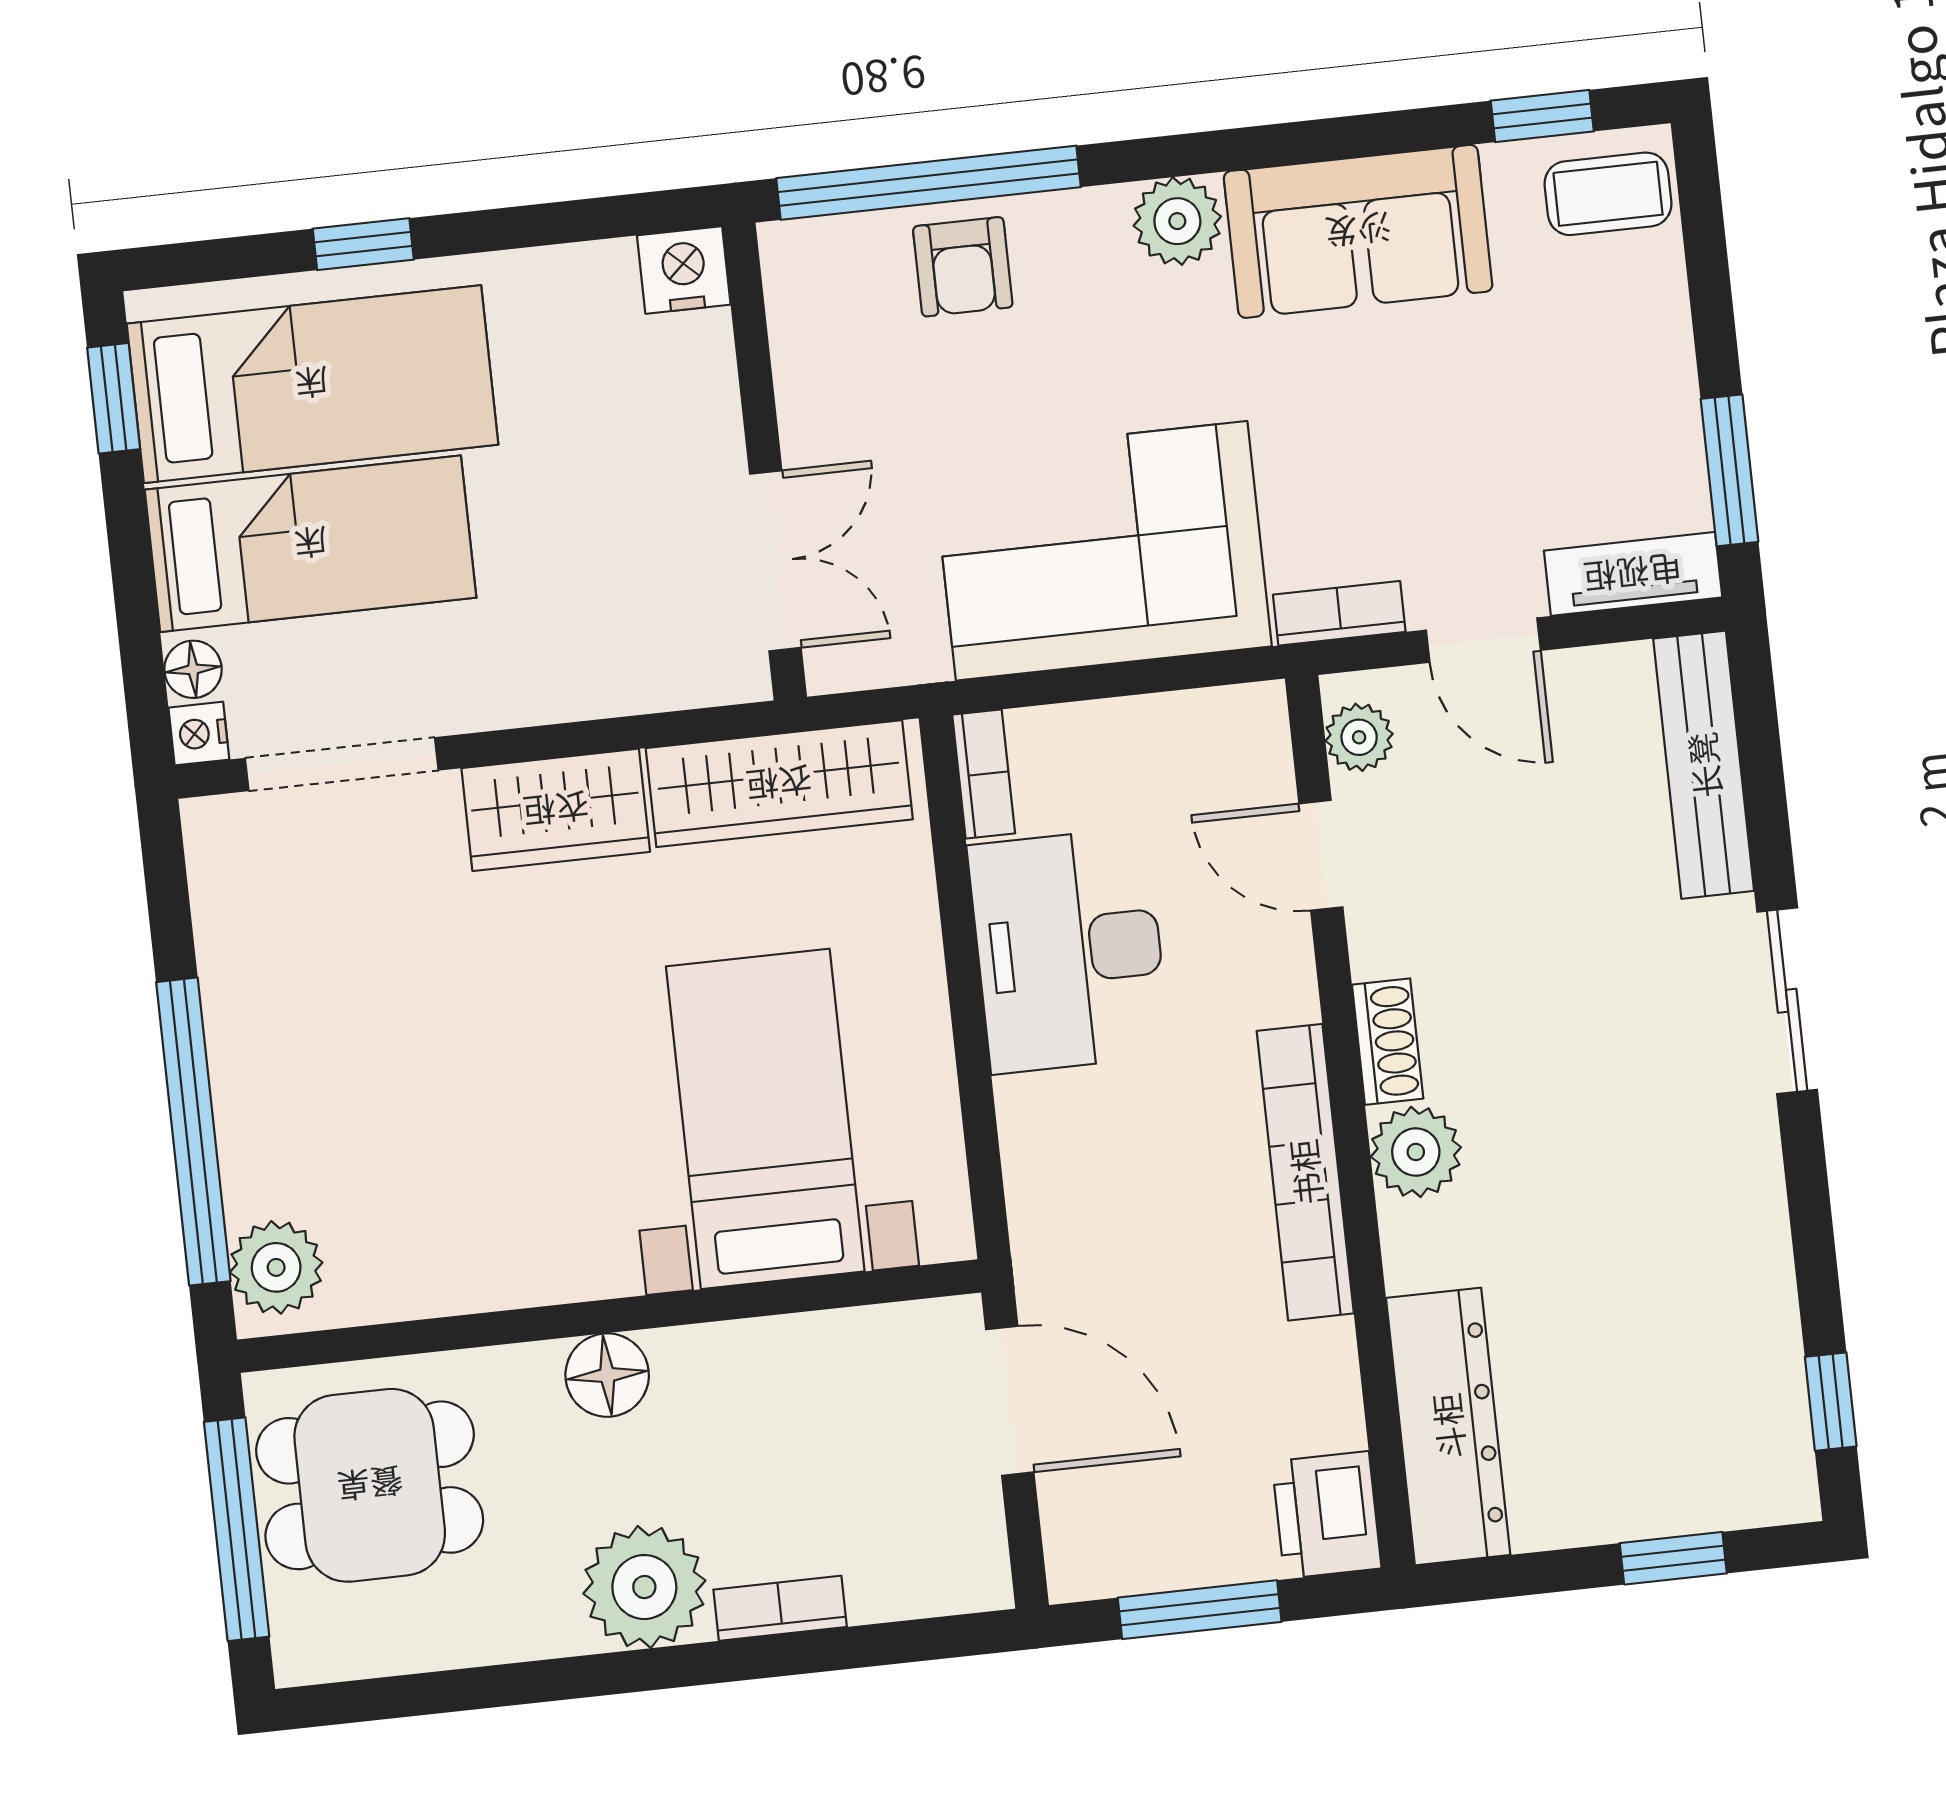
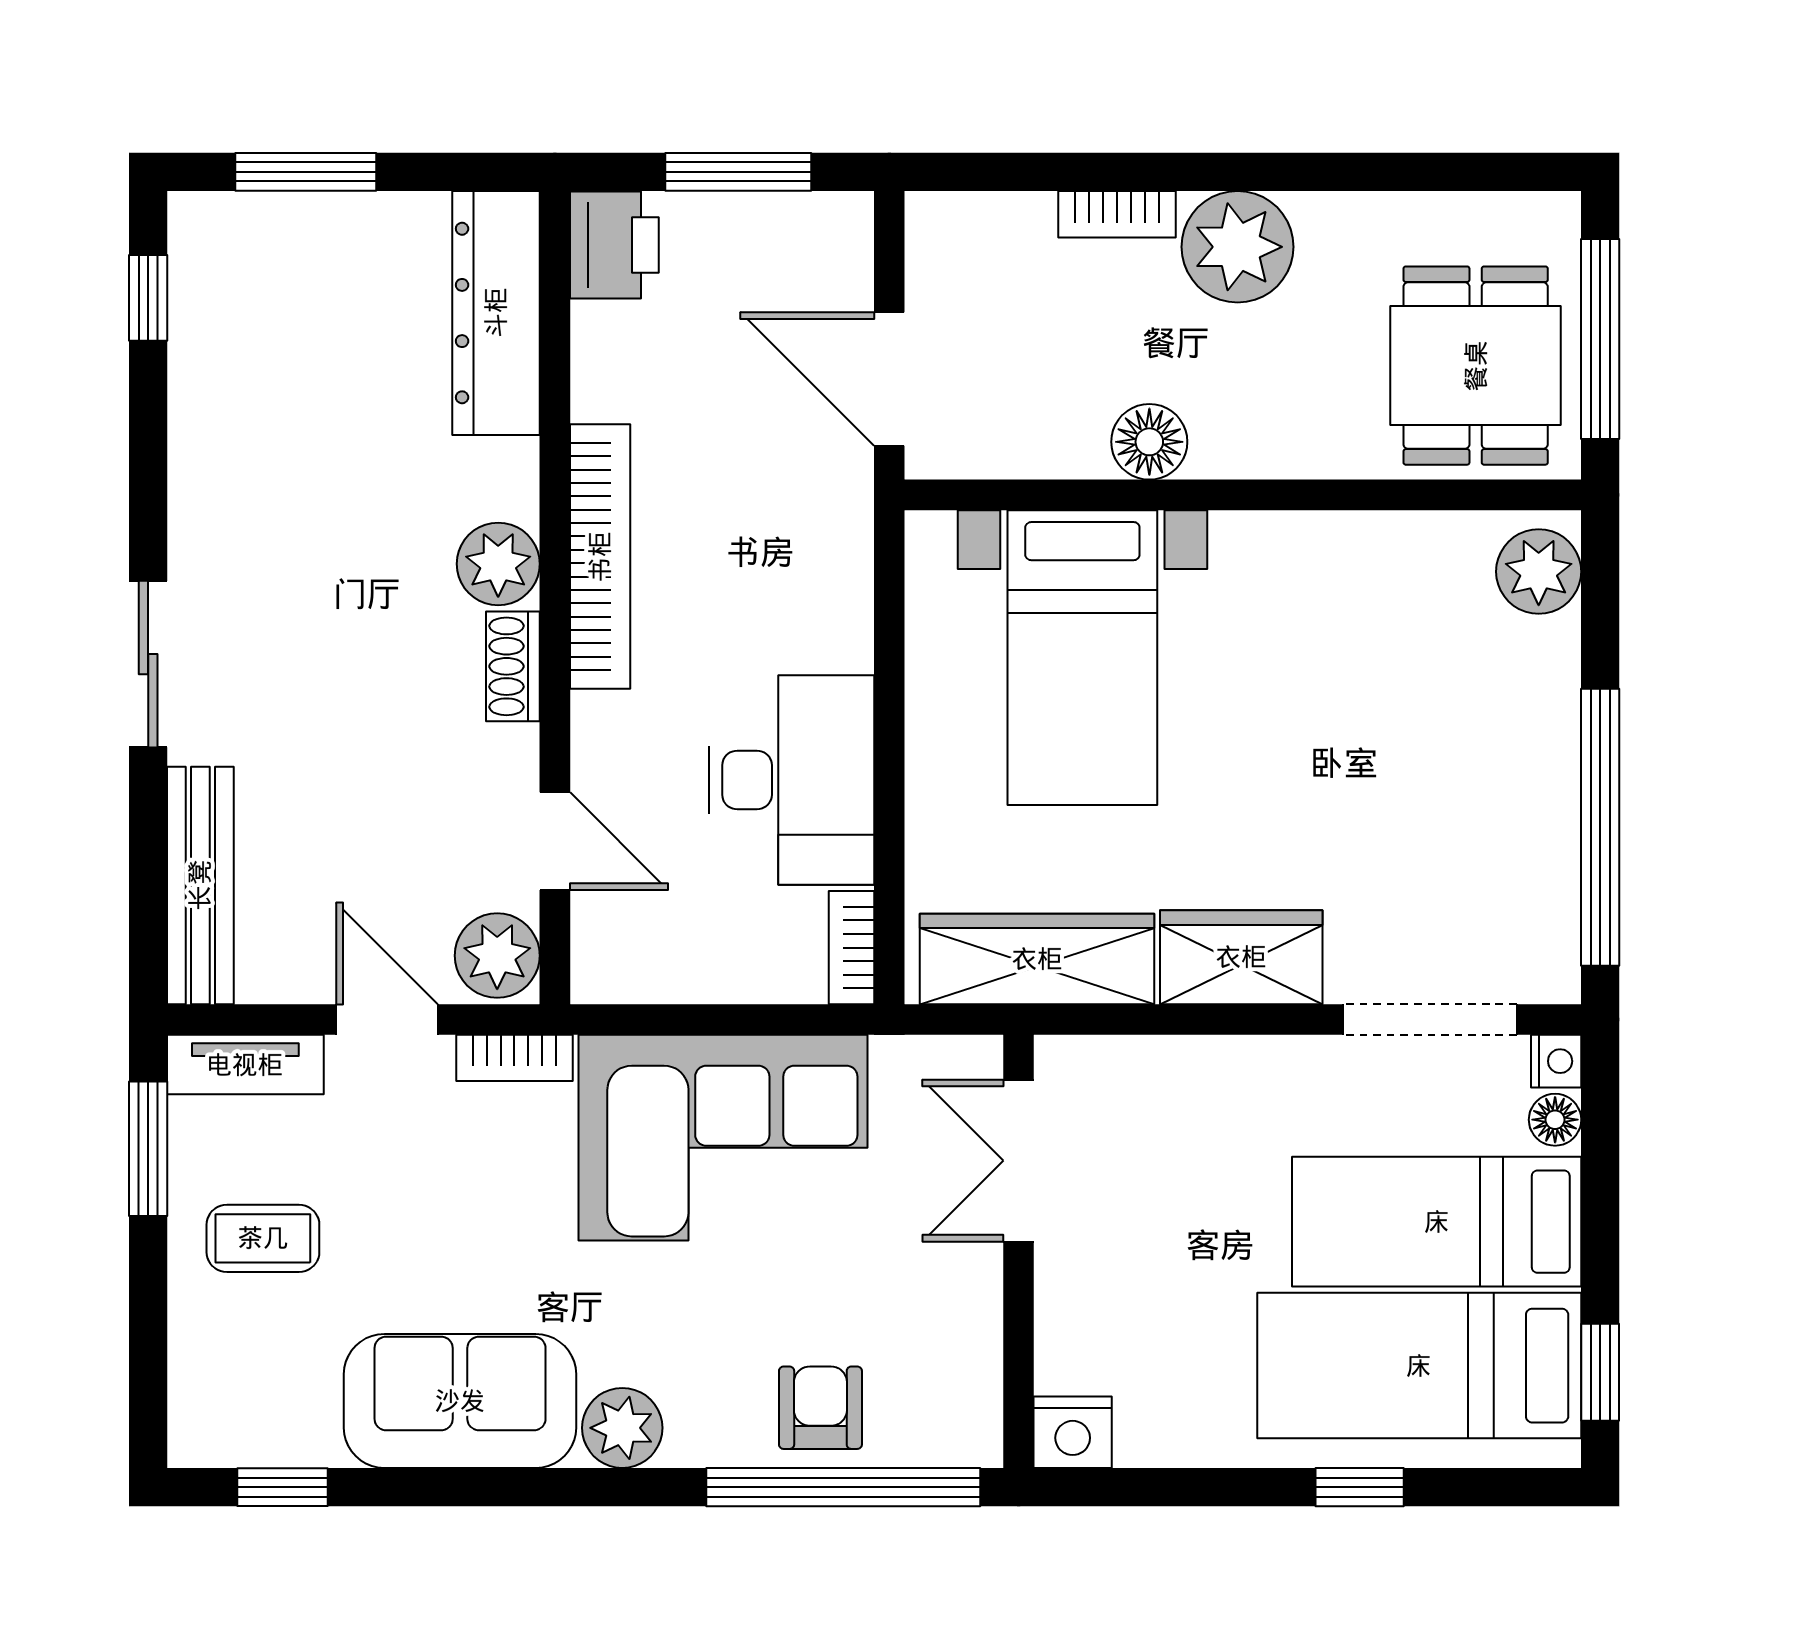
coffee table: (1608, 194) -> (263, 1238), moved
plant: (1359, 737) -> (497, 956), width x1.38, depth x1.38
window: (193, 1132) -> (1600, 827), moved
floor lamp: (607, 1375) -> (1149, 442), moved
dining table: (370, 1485) -> (1476, 366), turned 90
window: (1673, 1558) -> (306, 172), width x1.50

